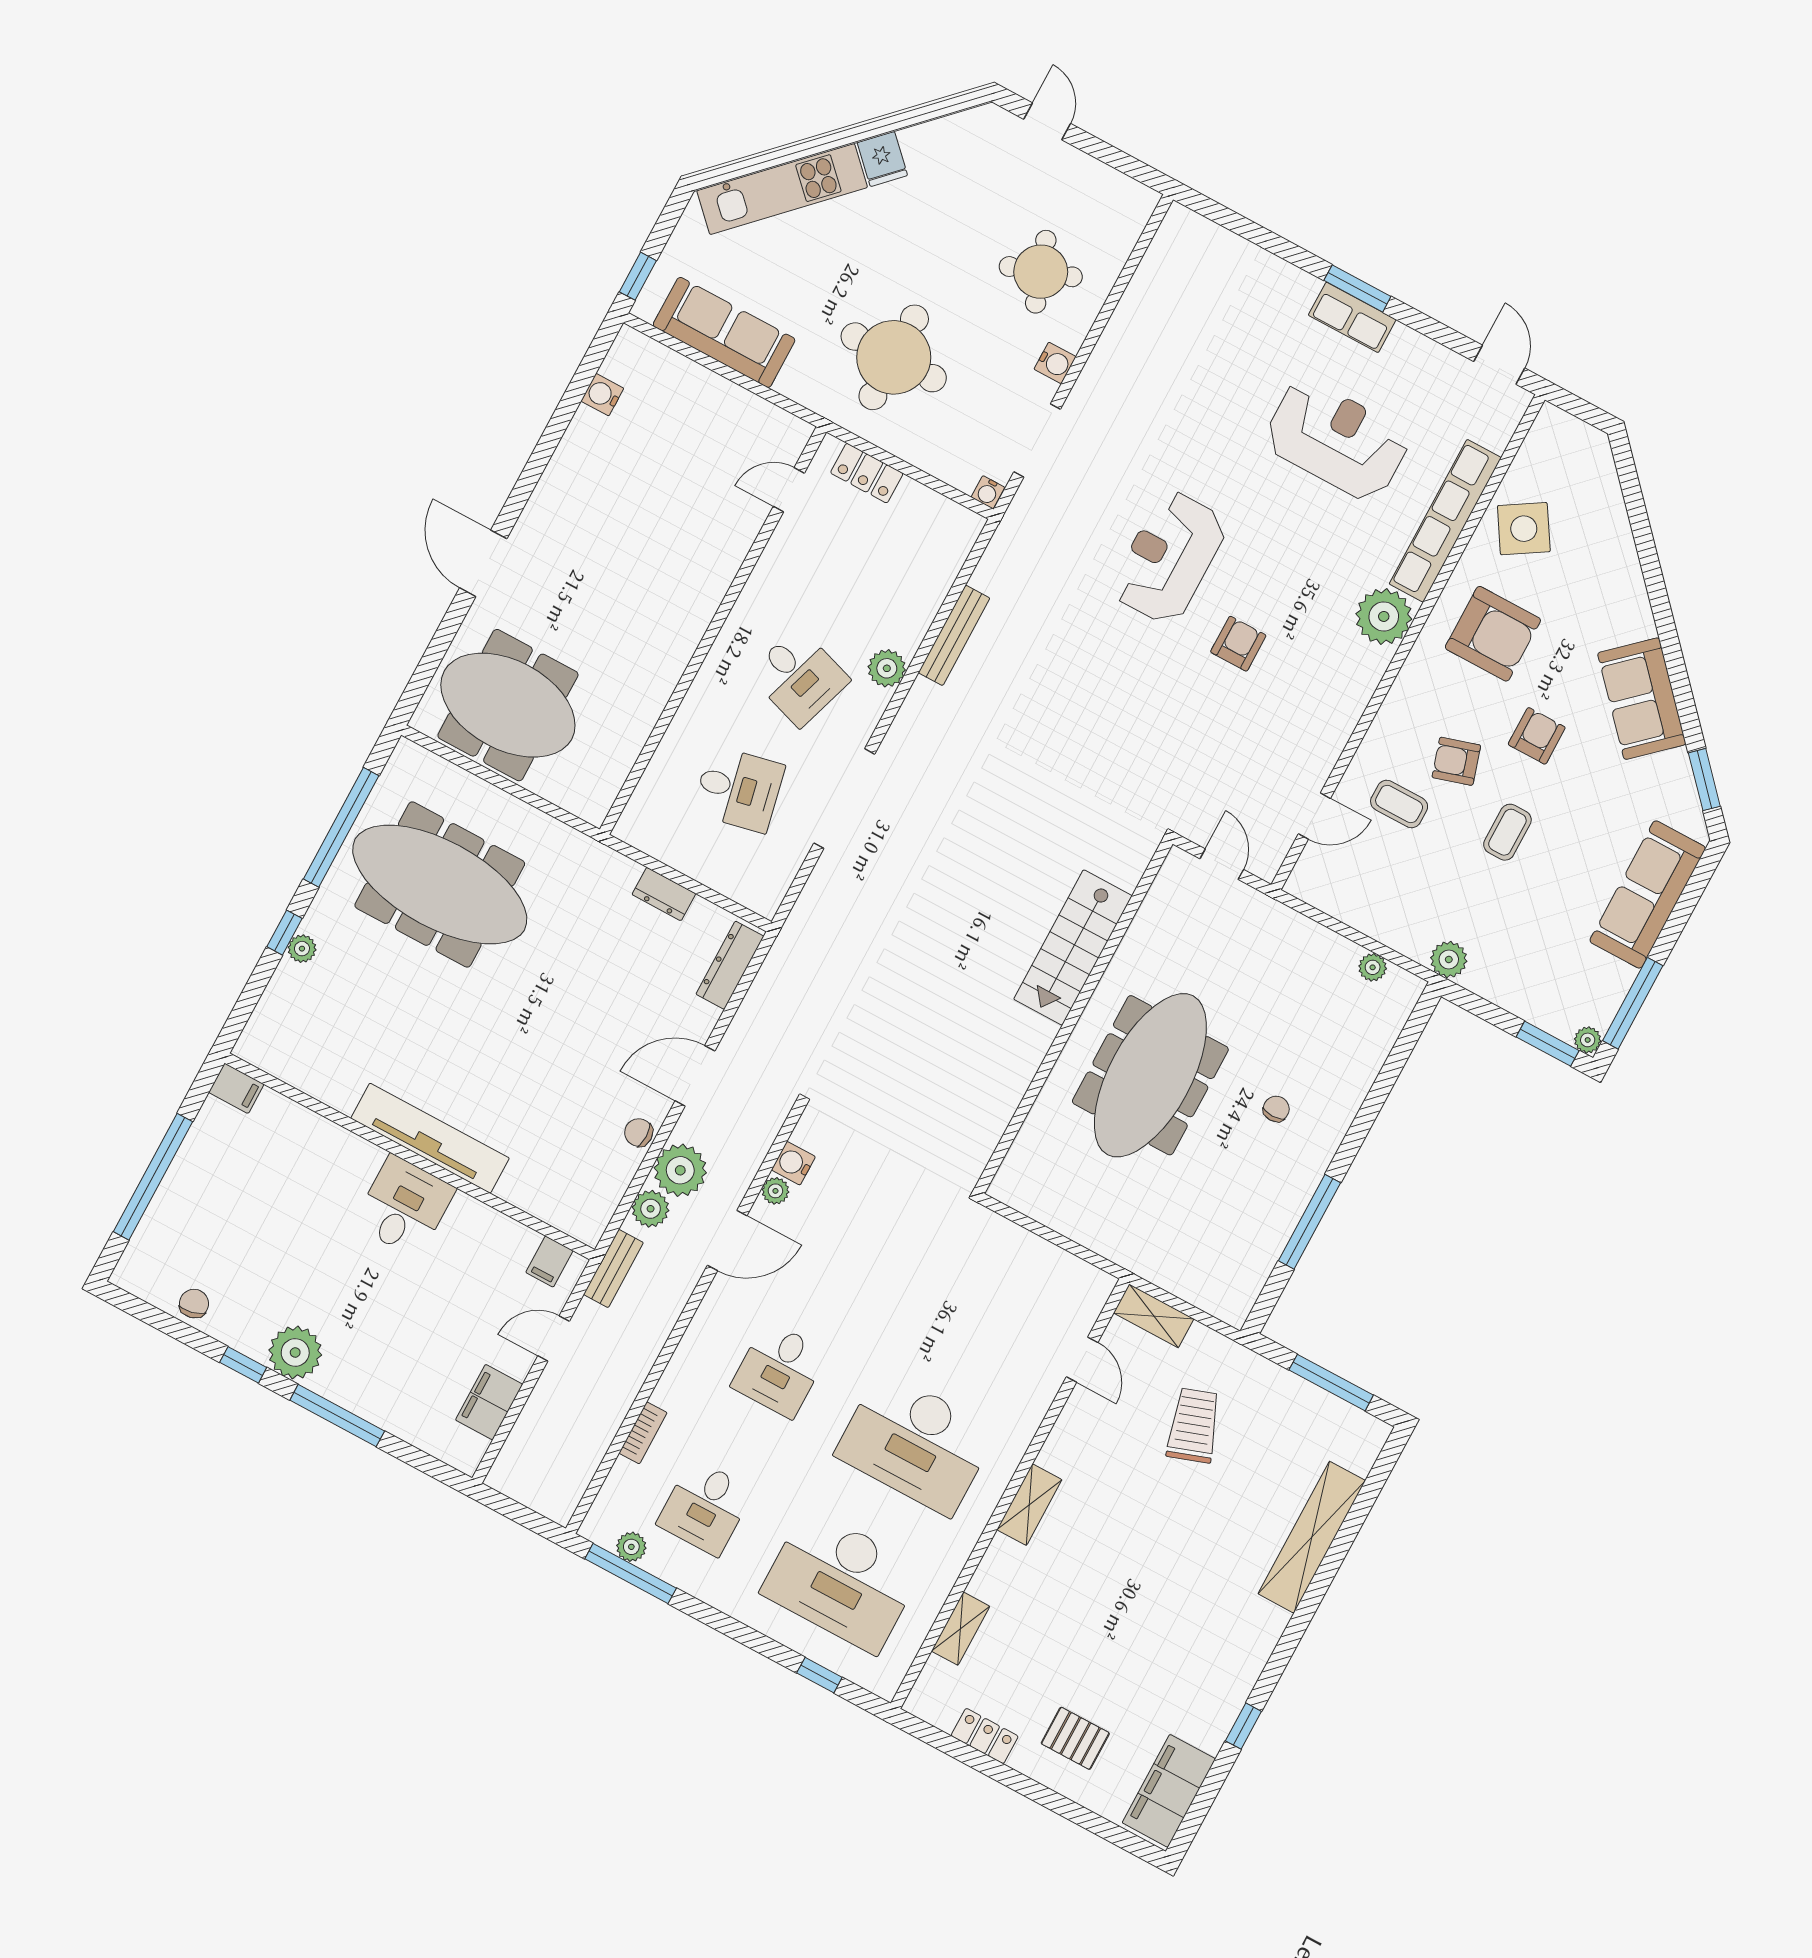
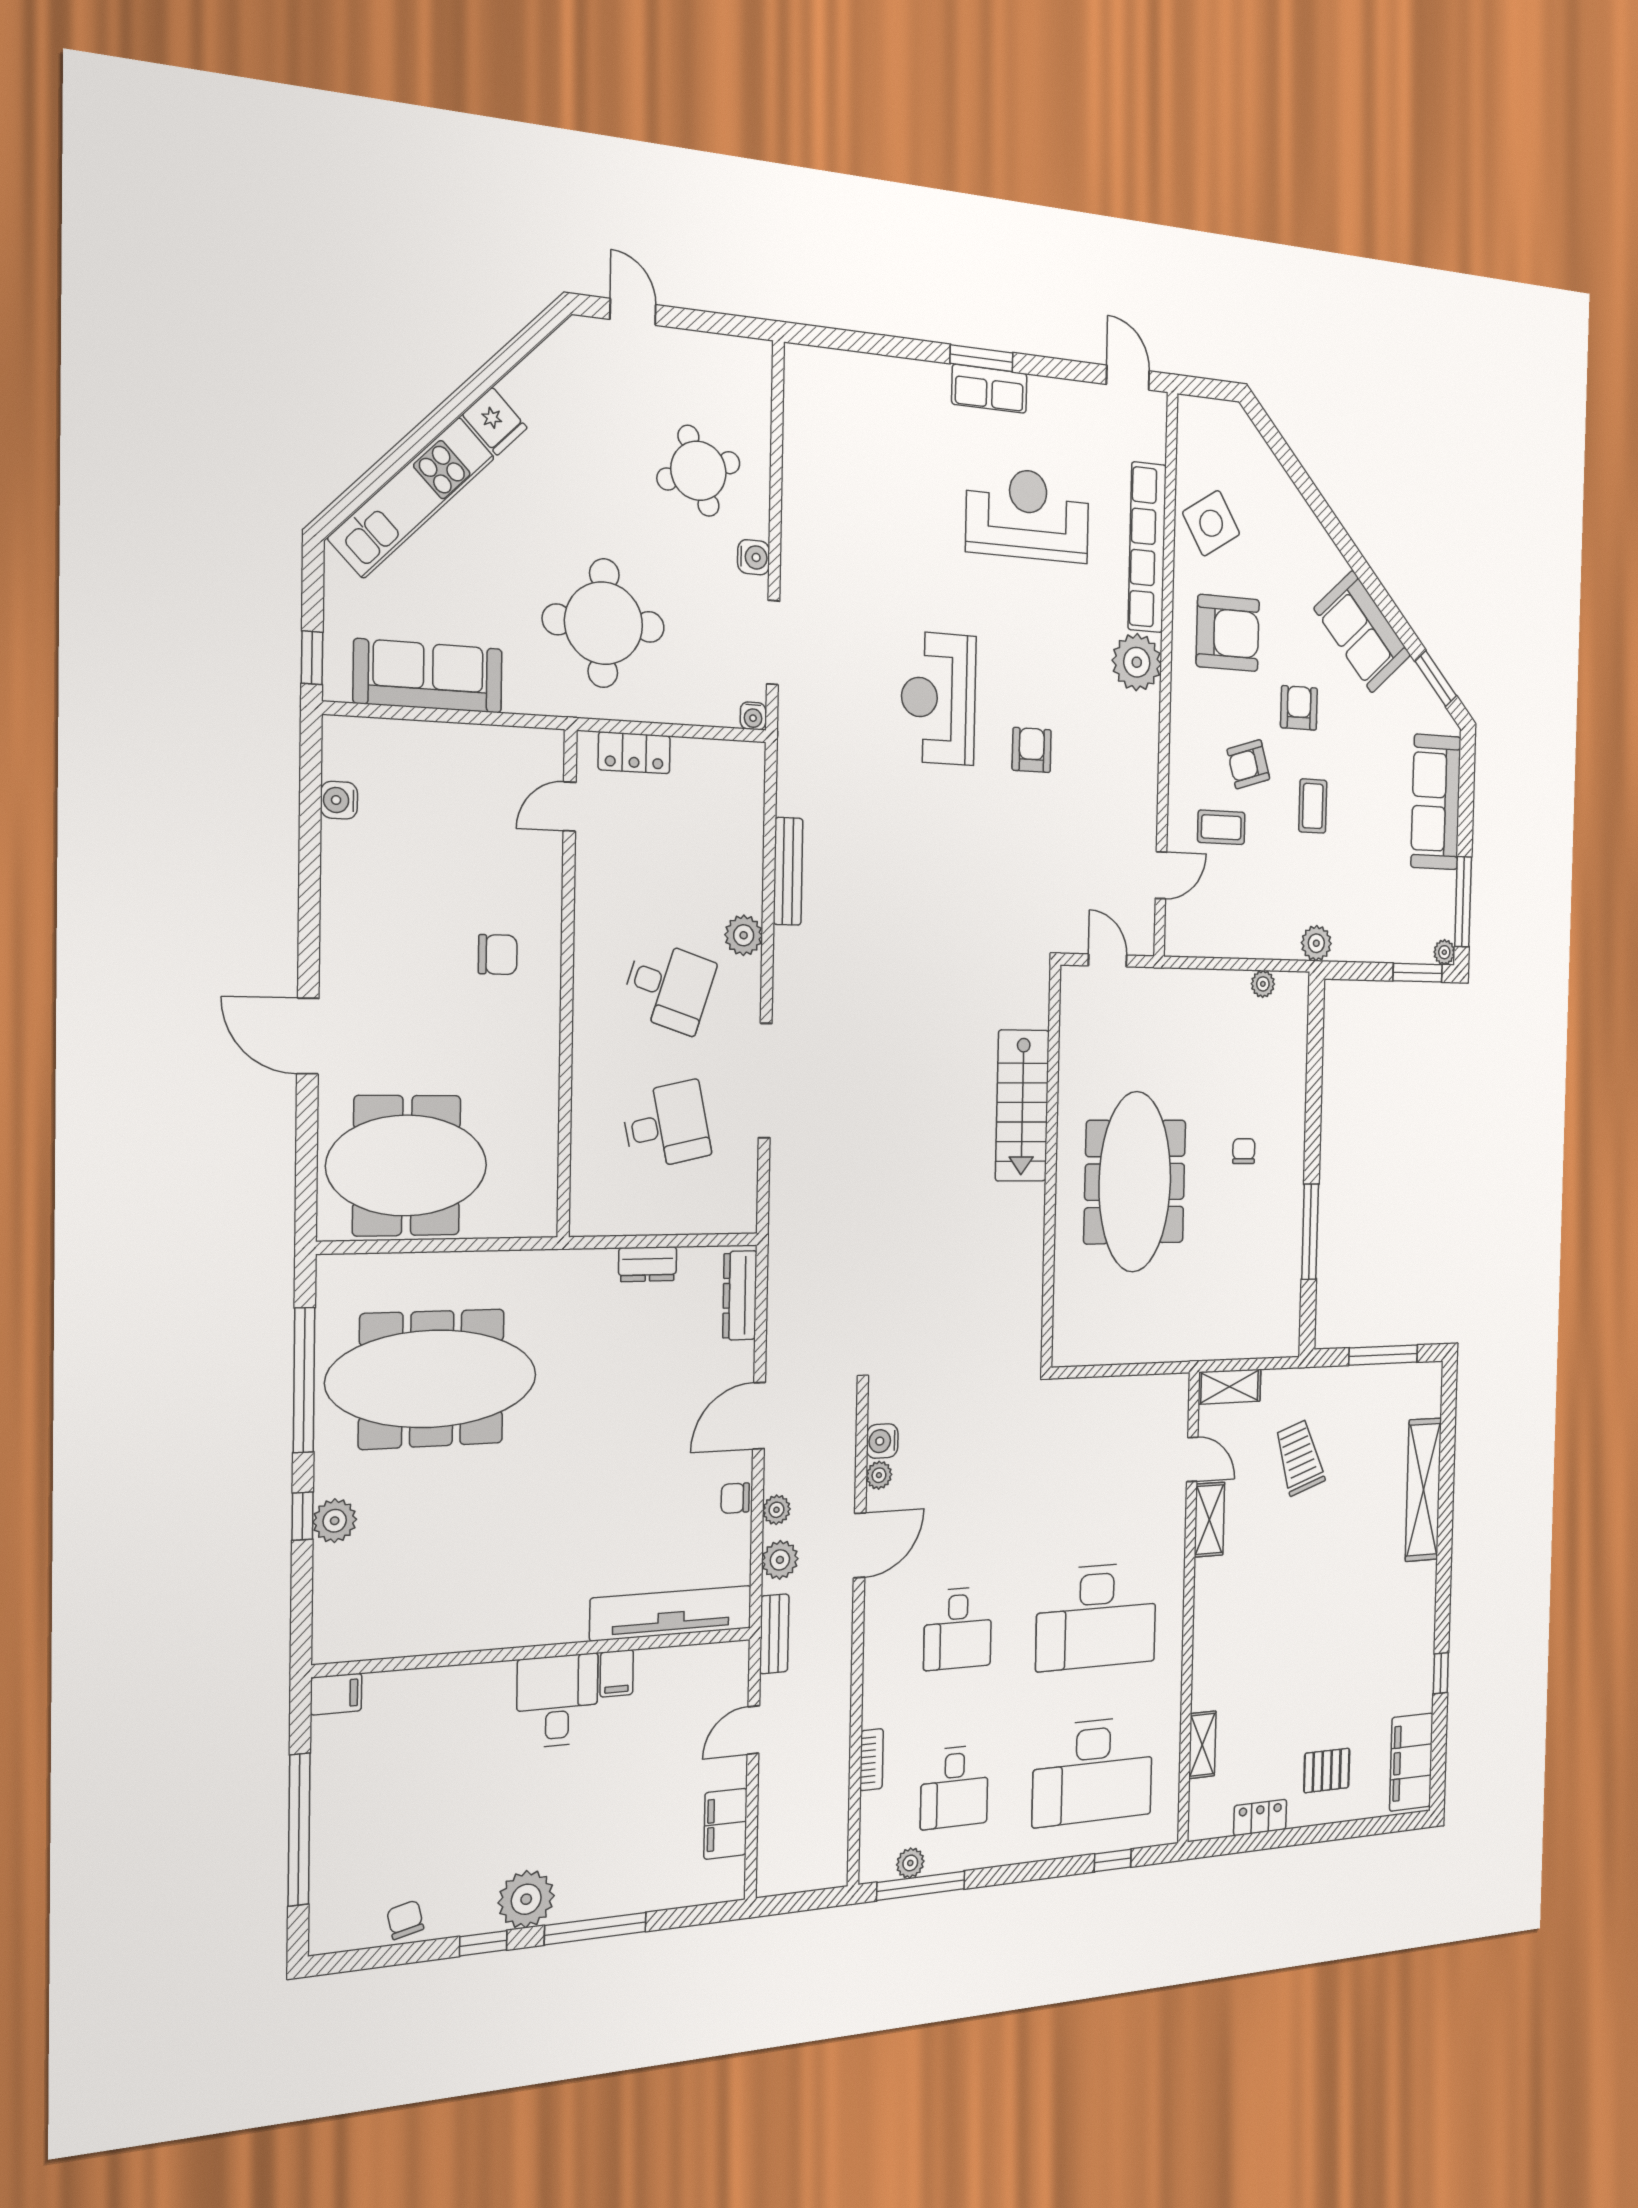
chair: (668, 578) -> (498, 955), added
plant: (302, 949) -> (335, 1521), width x1.38, depth x1.38
tv unit: (430, 1138) -> (671, 1613), moved
plant: (680, 1170) -> (776, 1510), width x0.53, depth x0.53
filing cabinet: (549, 1261) -> (617, 1673), moved
shelving: (1029, 1505) -> (1209, 1520), moved

